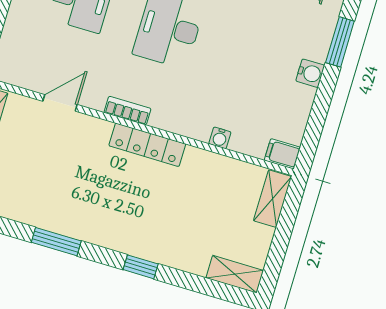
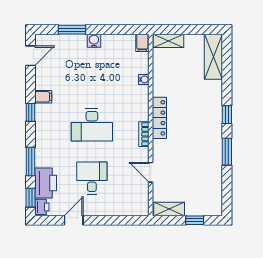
window: (141, 267) -> (227, 115), moved
shelving: (235, 274) -> (213, 57), width x1.50, depth x1.33

